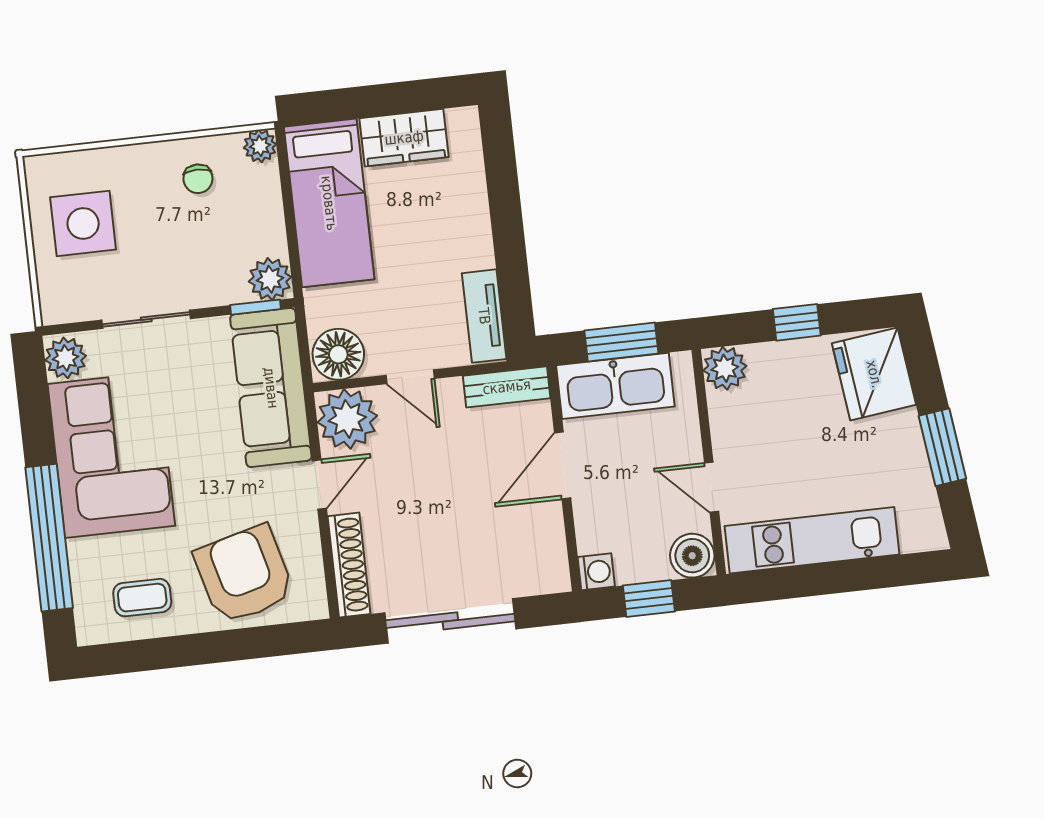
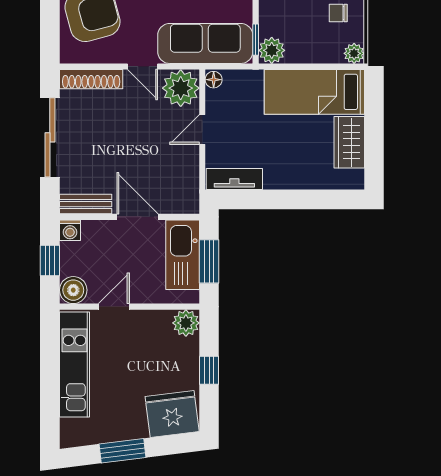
floor lamp: (338, 354) -> (214, 80), width x0.53, depth x0.53
bench: (507, 387) -> (86, 204), moved, turned 90

